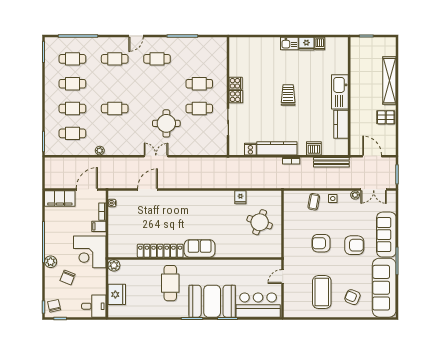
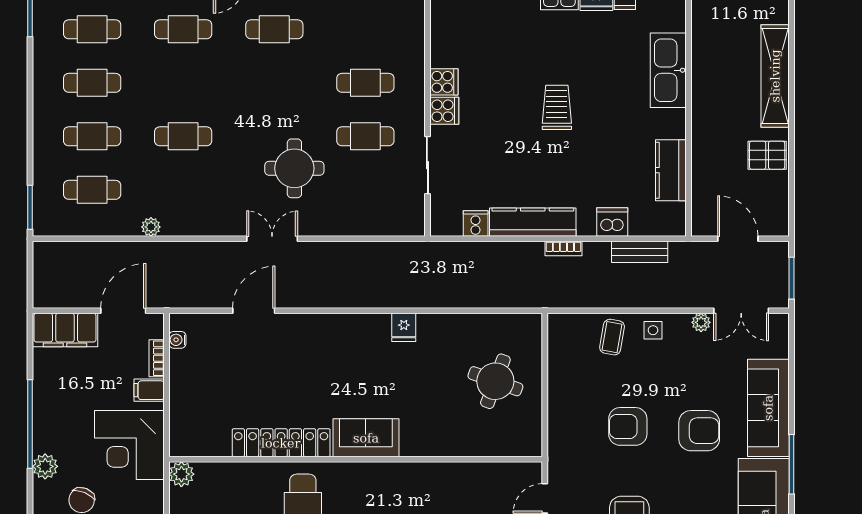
kitchen sink: (340, 92) -> (668, 70), moved
bench: (331, 162) -> (640, 252), width x0.73
fridge: (240, 197) -> (404, 327), moved

